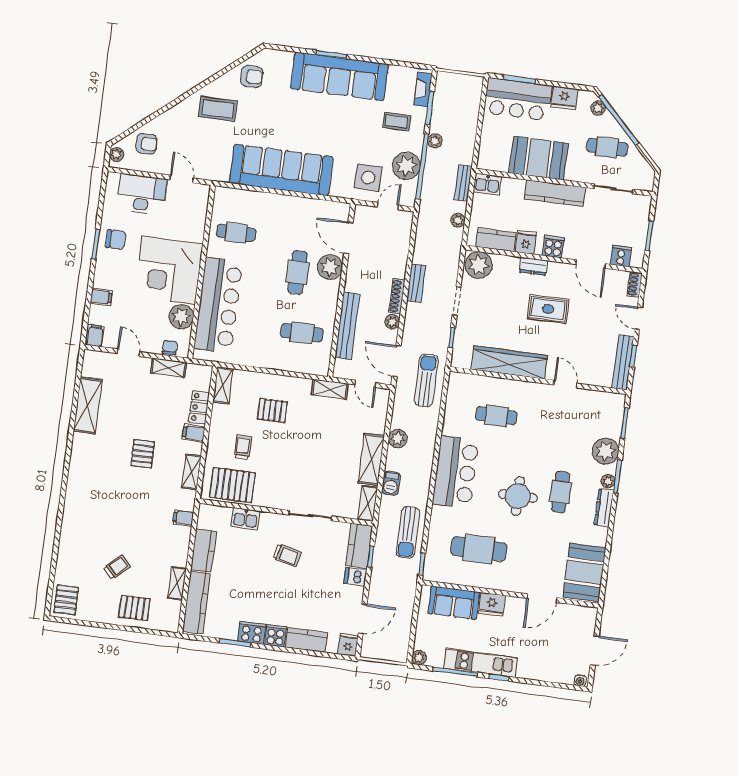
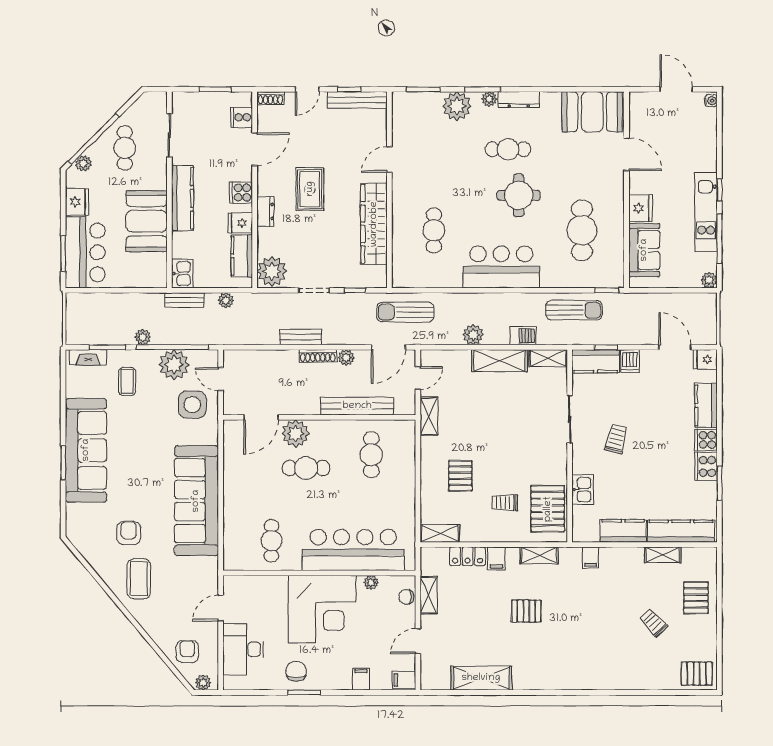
armchair: (252, 76) -> (129, 533), moved
plant: (181, 317) -> (371, 582), width x0.53, depth x0.53

